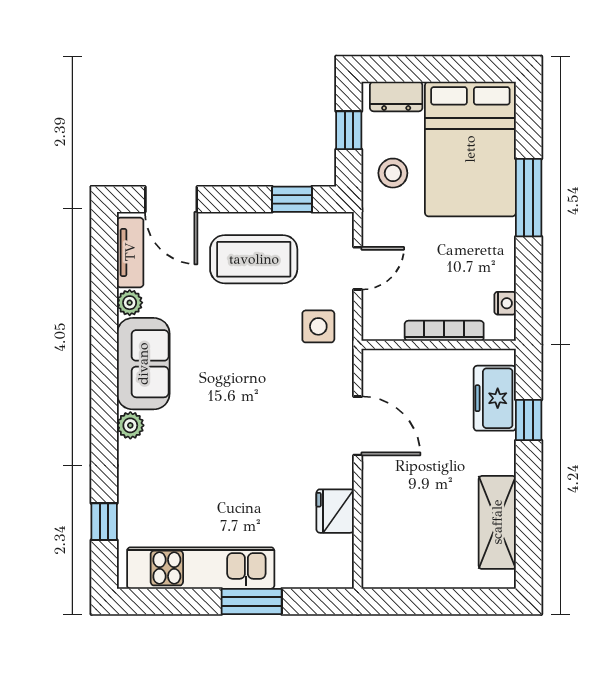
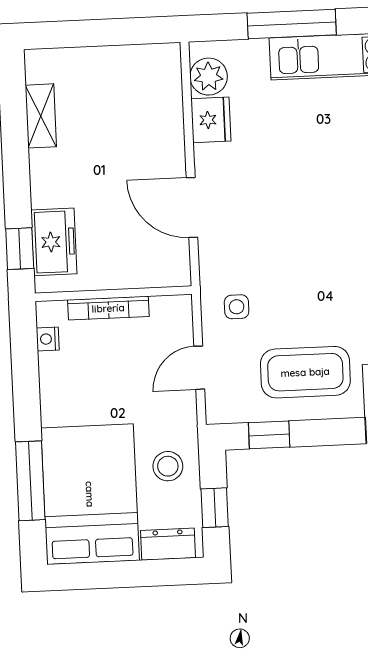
window: (529, 198) -> (30, 481), moved
side table: (318, 326) -> (237, 307), width x0.73, depth x0.73
window: (529, 420) -> (20, 249), moved
shelving: (497, 522) -> (41, 116), width x0.67, depth x0.75
plant: (336, 554) -> (209, 77), added
window: (252, 601) -> (292, 24), width x1.44

